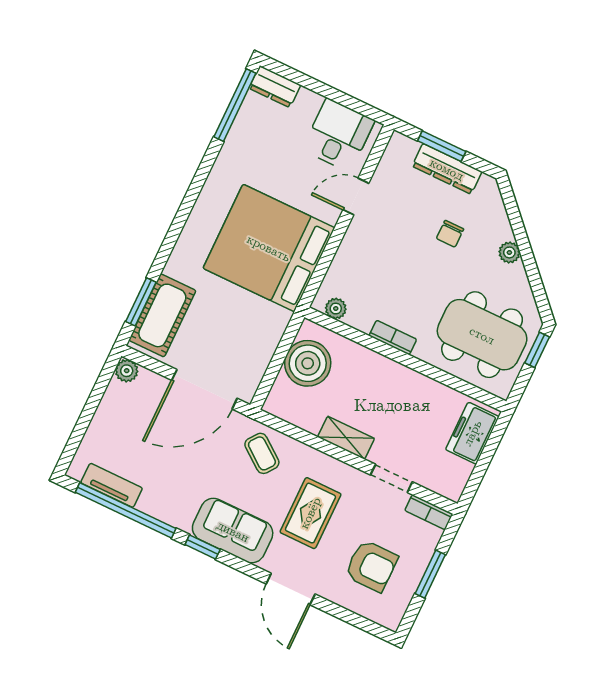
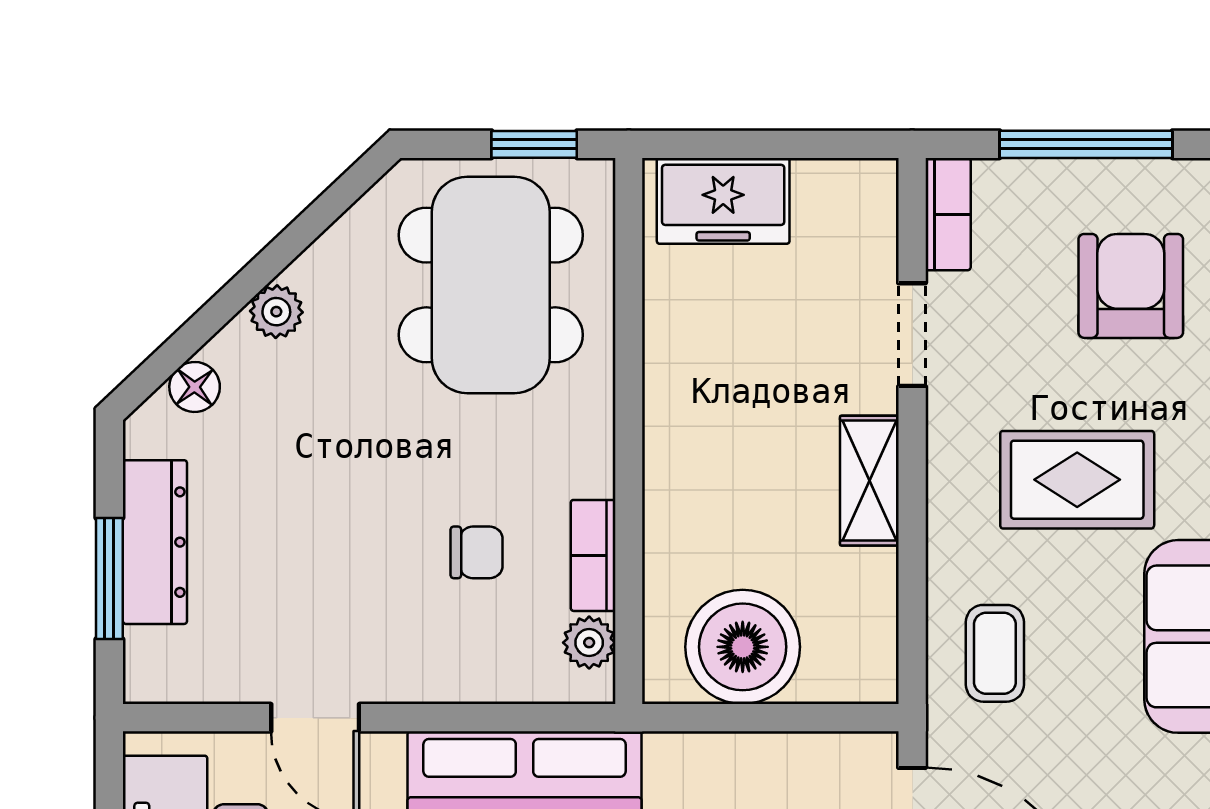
floor lamp: (496, 210) -> (195, 387), added
chair: (450, 234) -> (477, 552), moved
bookcase: (393, 337) -> (593, 555), moved
window: (537, 350) -> (534, 144), moved
coffee table: (262, 453) -> (995, 653), turned -37
window: (430, 574) -> (1086, 144), width x1.44

